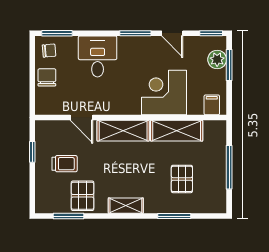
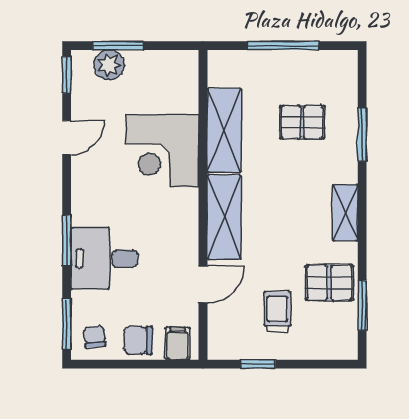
window: (135, 33) -> (67, 240), moved
filing cabinet: (212, 105) -> (178, 343), moved, turned 90

